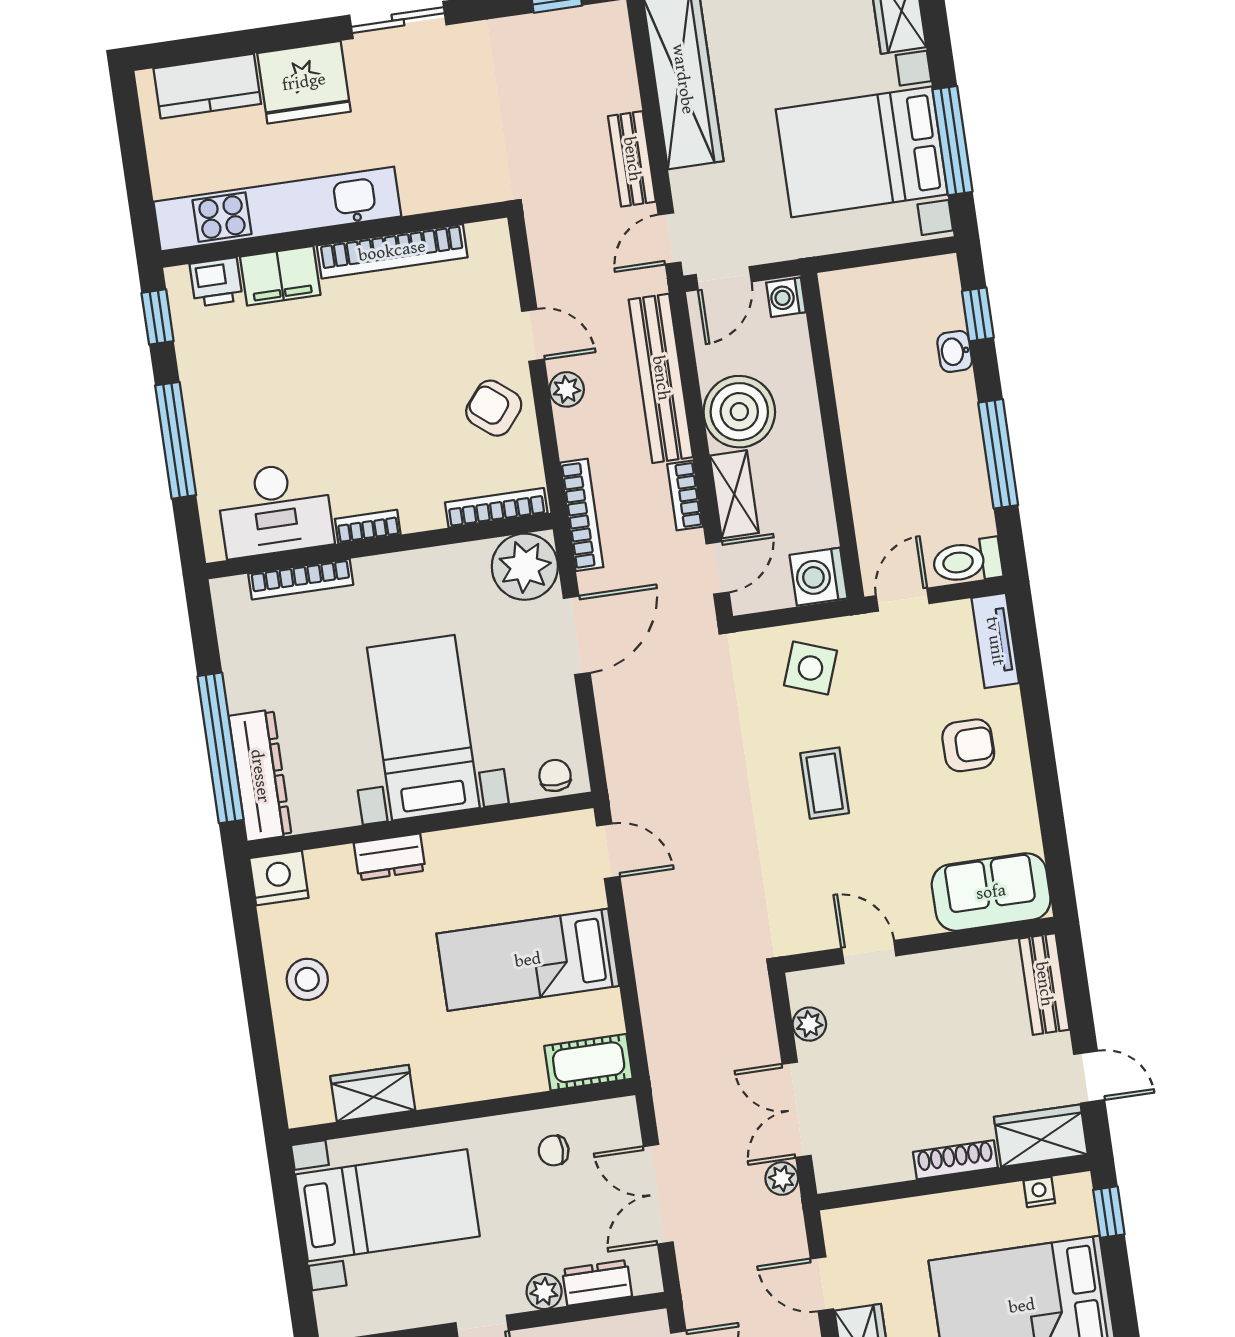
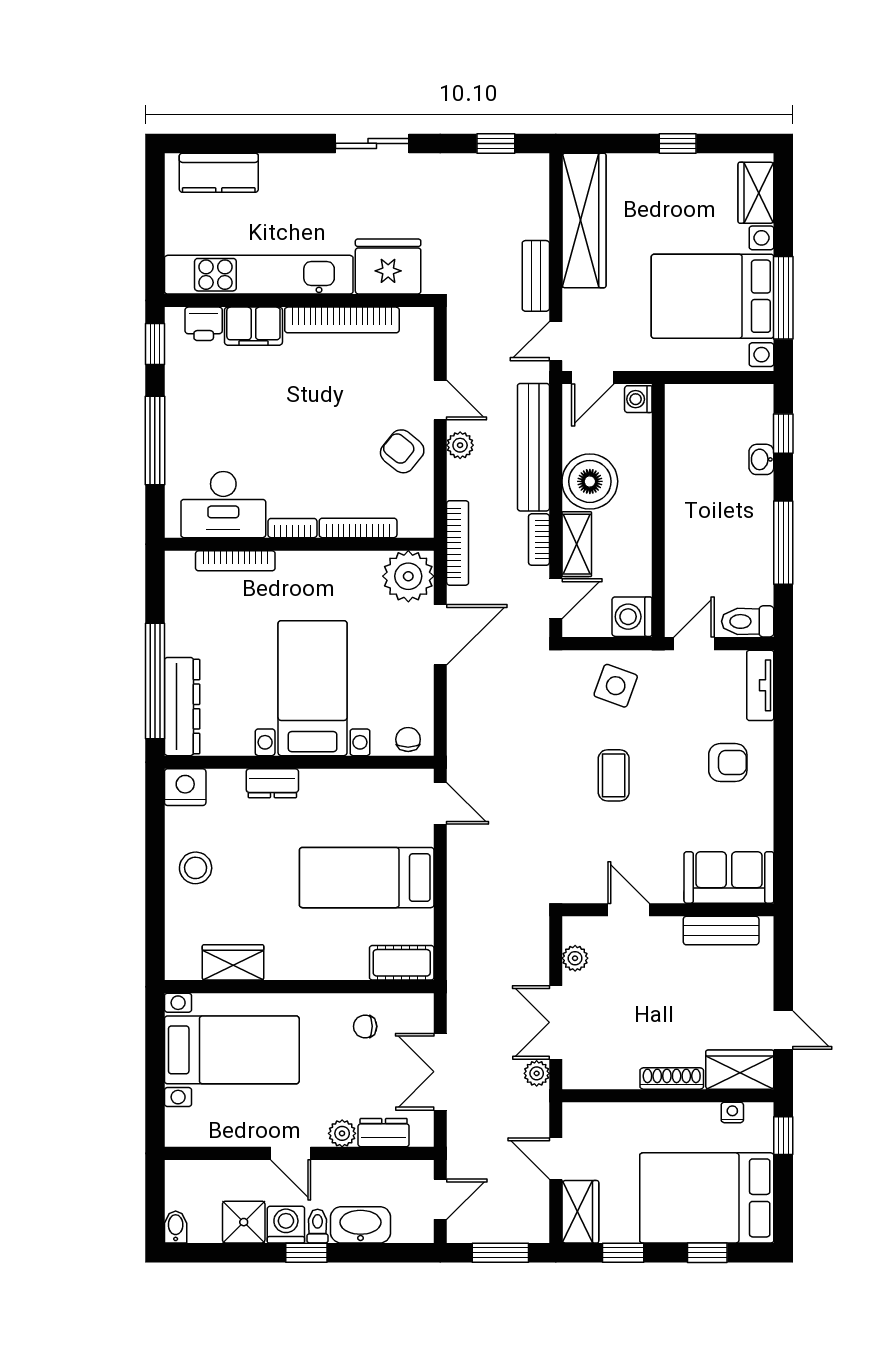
fridge: (304, 82) -> (388, 267), moved, turned 180
bookcase: (496, 508) -> (358, 528), moved
bench: (1044, 984) -> (721, 931), moved, turned 90

